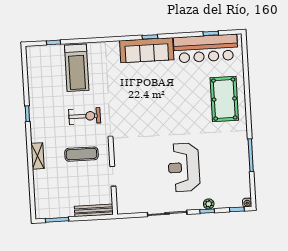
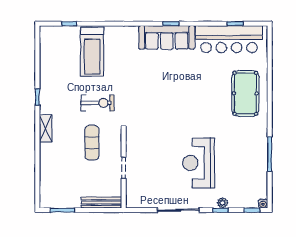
exercise mat: (81, 154) -> (92, 143), turned 90
shelving: (38, 156) -> (46, 128), moved

